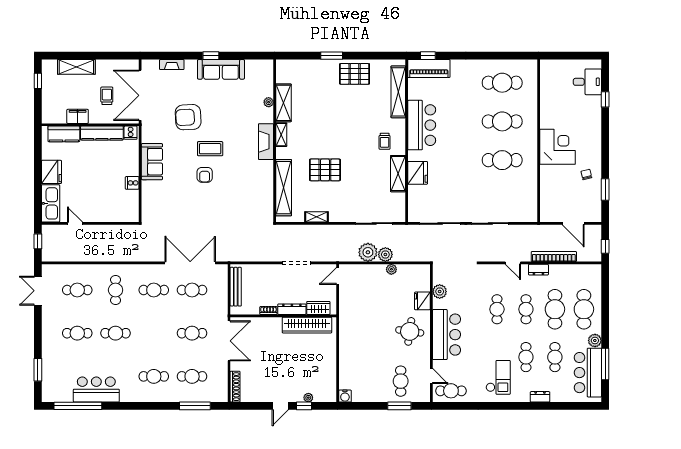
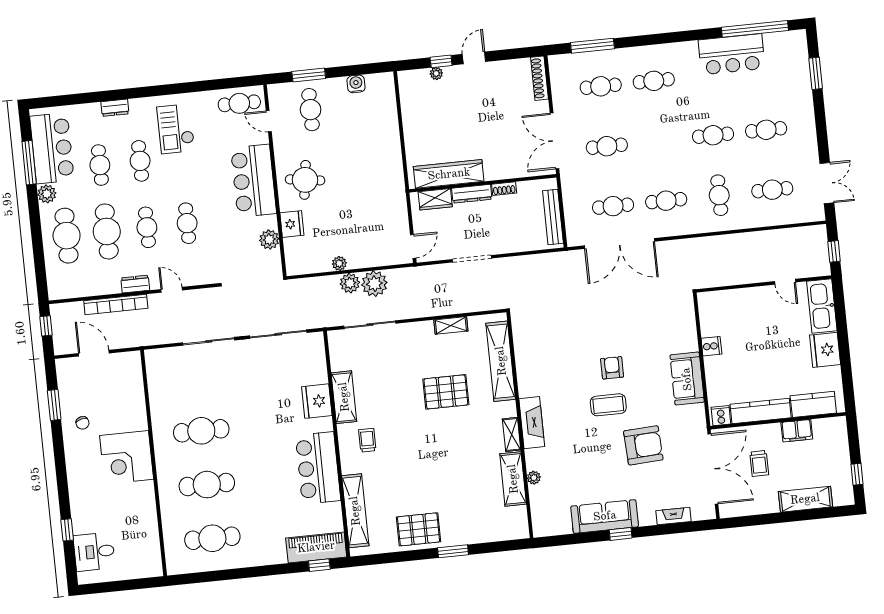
water cooler: (345, 396) -> (356, 84), moved

